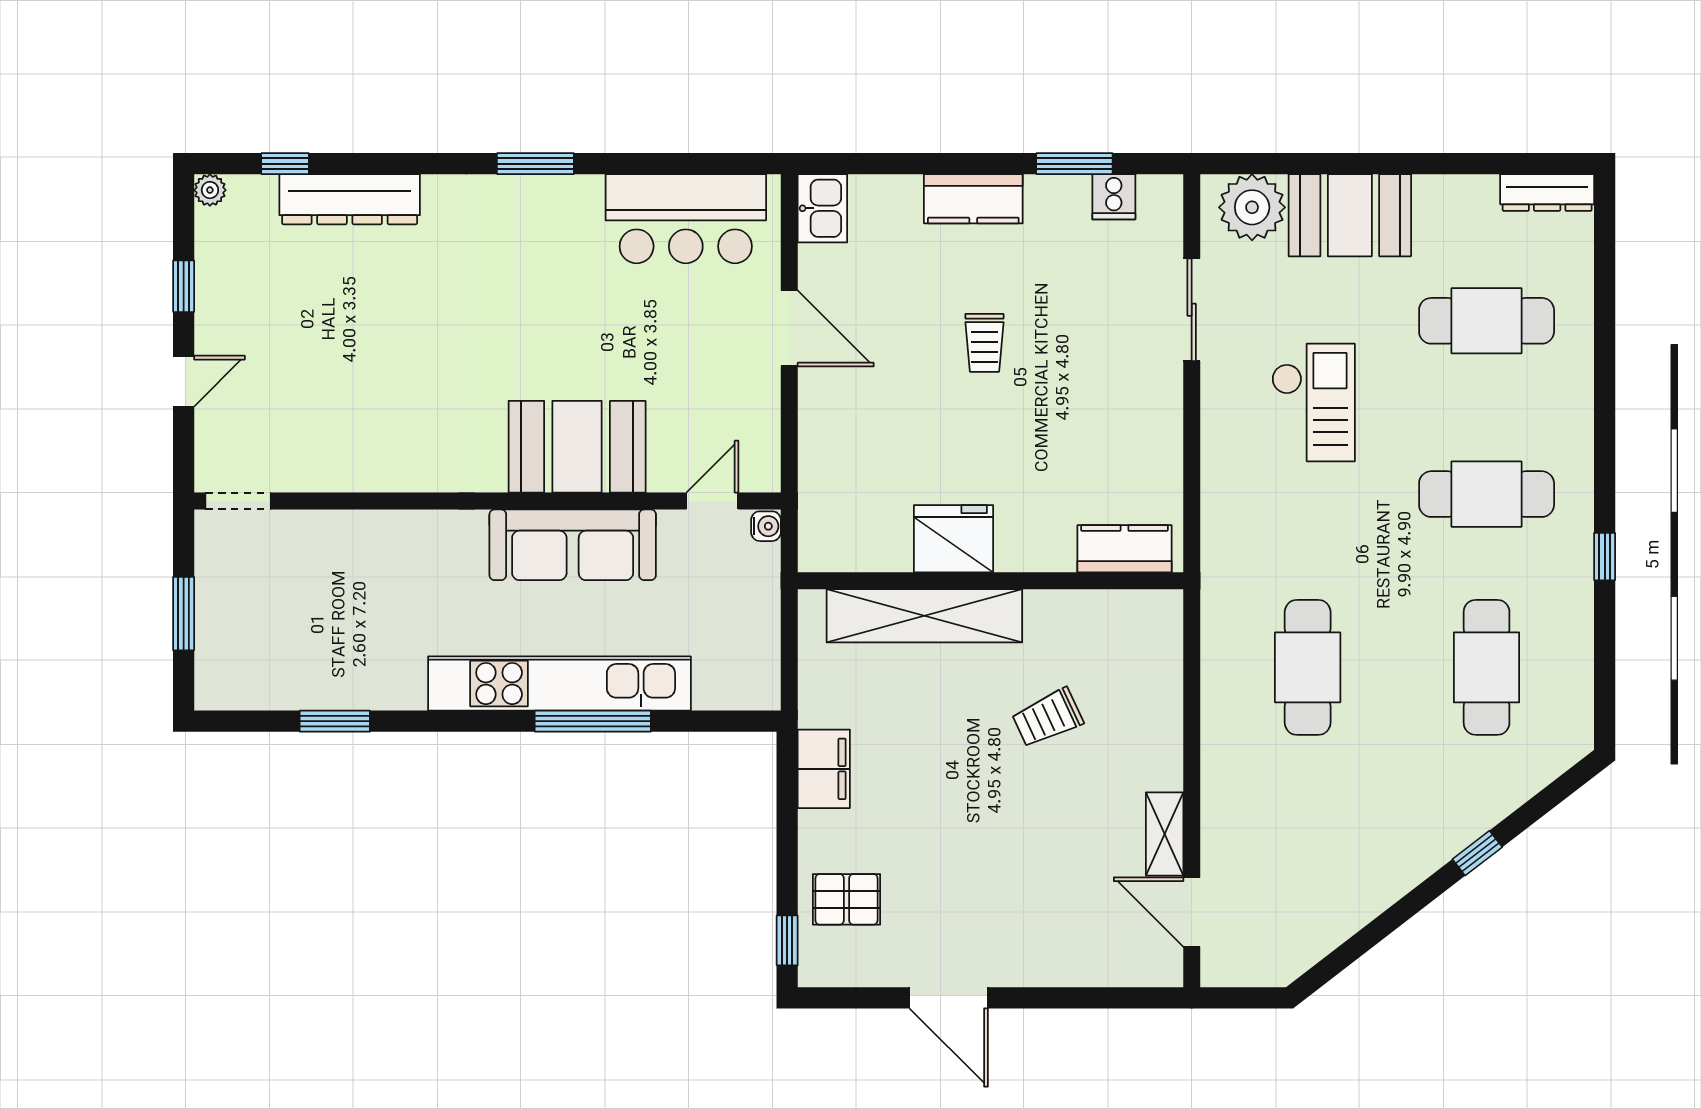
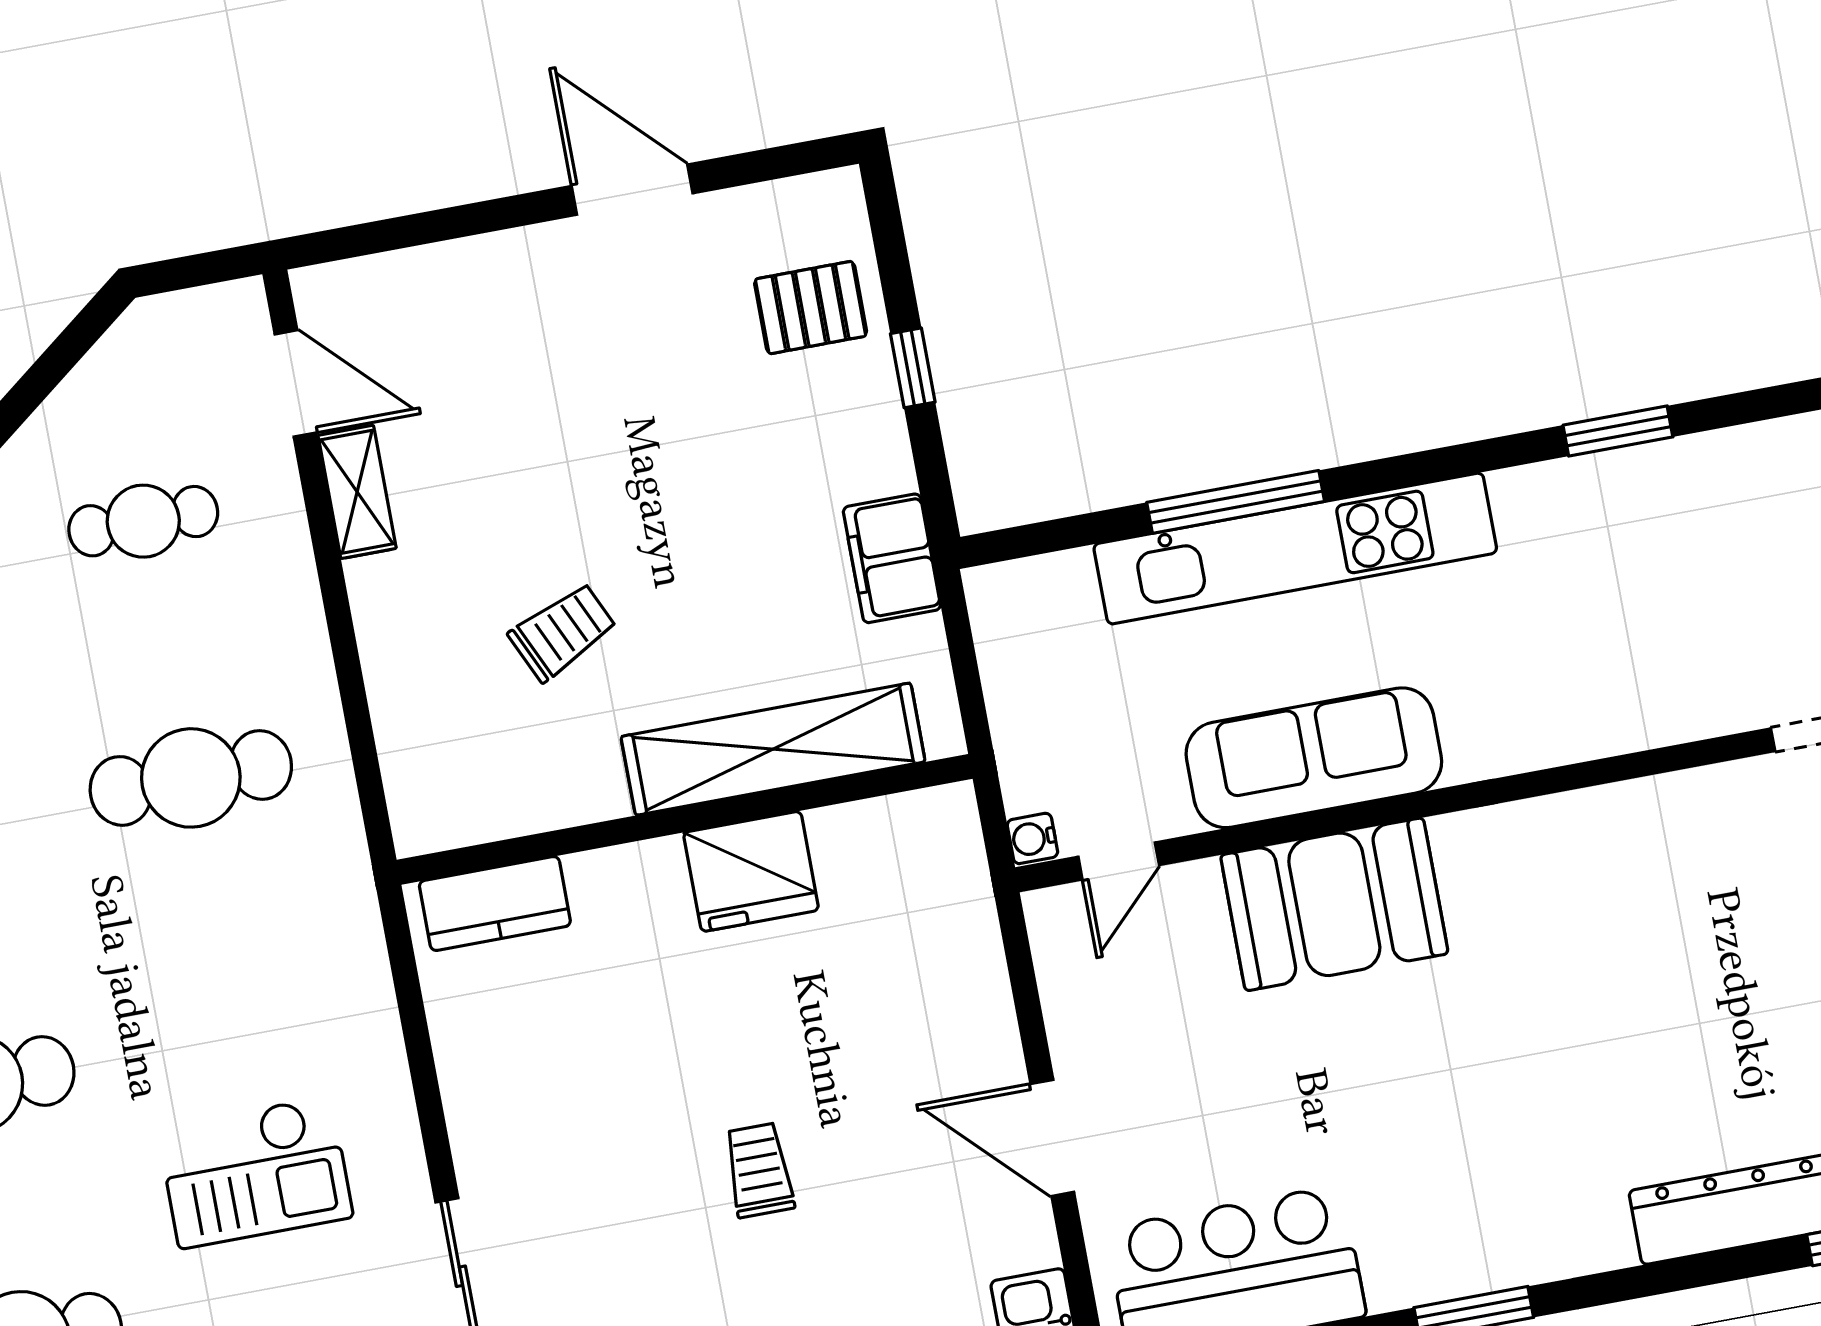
checkout: (1313, 403) -> (255, 1172), turned -90
cafe table: (1308, 667) -> (191, 778), turned 90
filing cabinet: (824, 769) -> (892, 558), moved
cafe table: (1308, 841) -> (143, 521), added
window: (787, 940) -> (913, 368), moved

